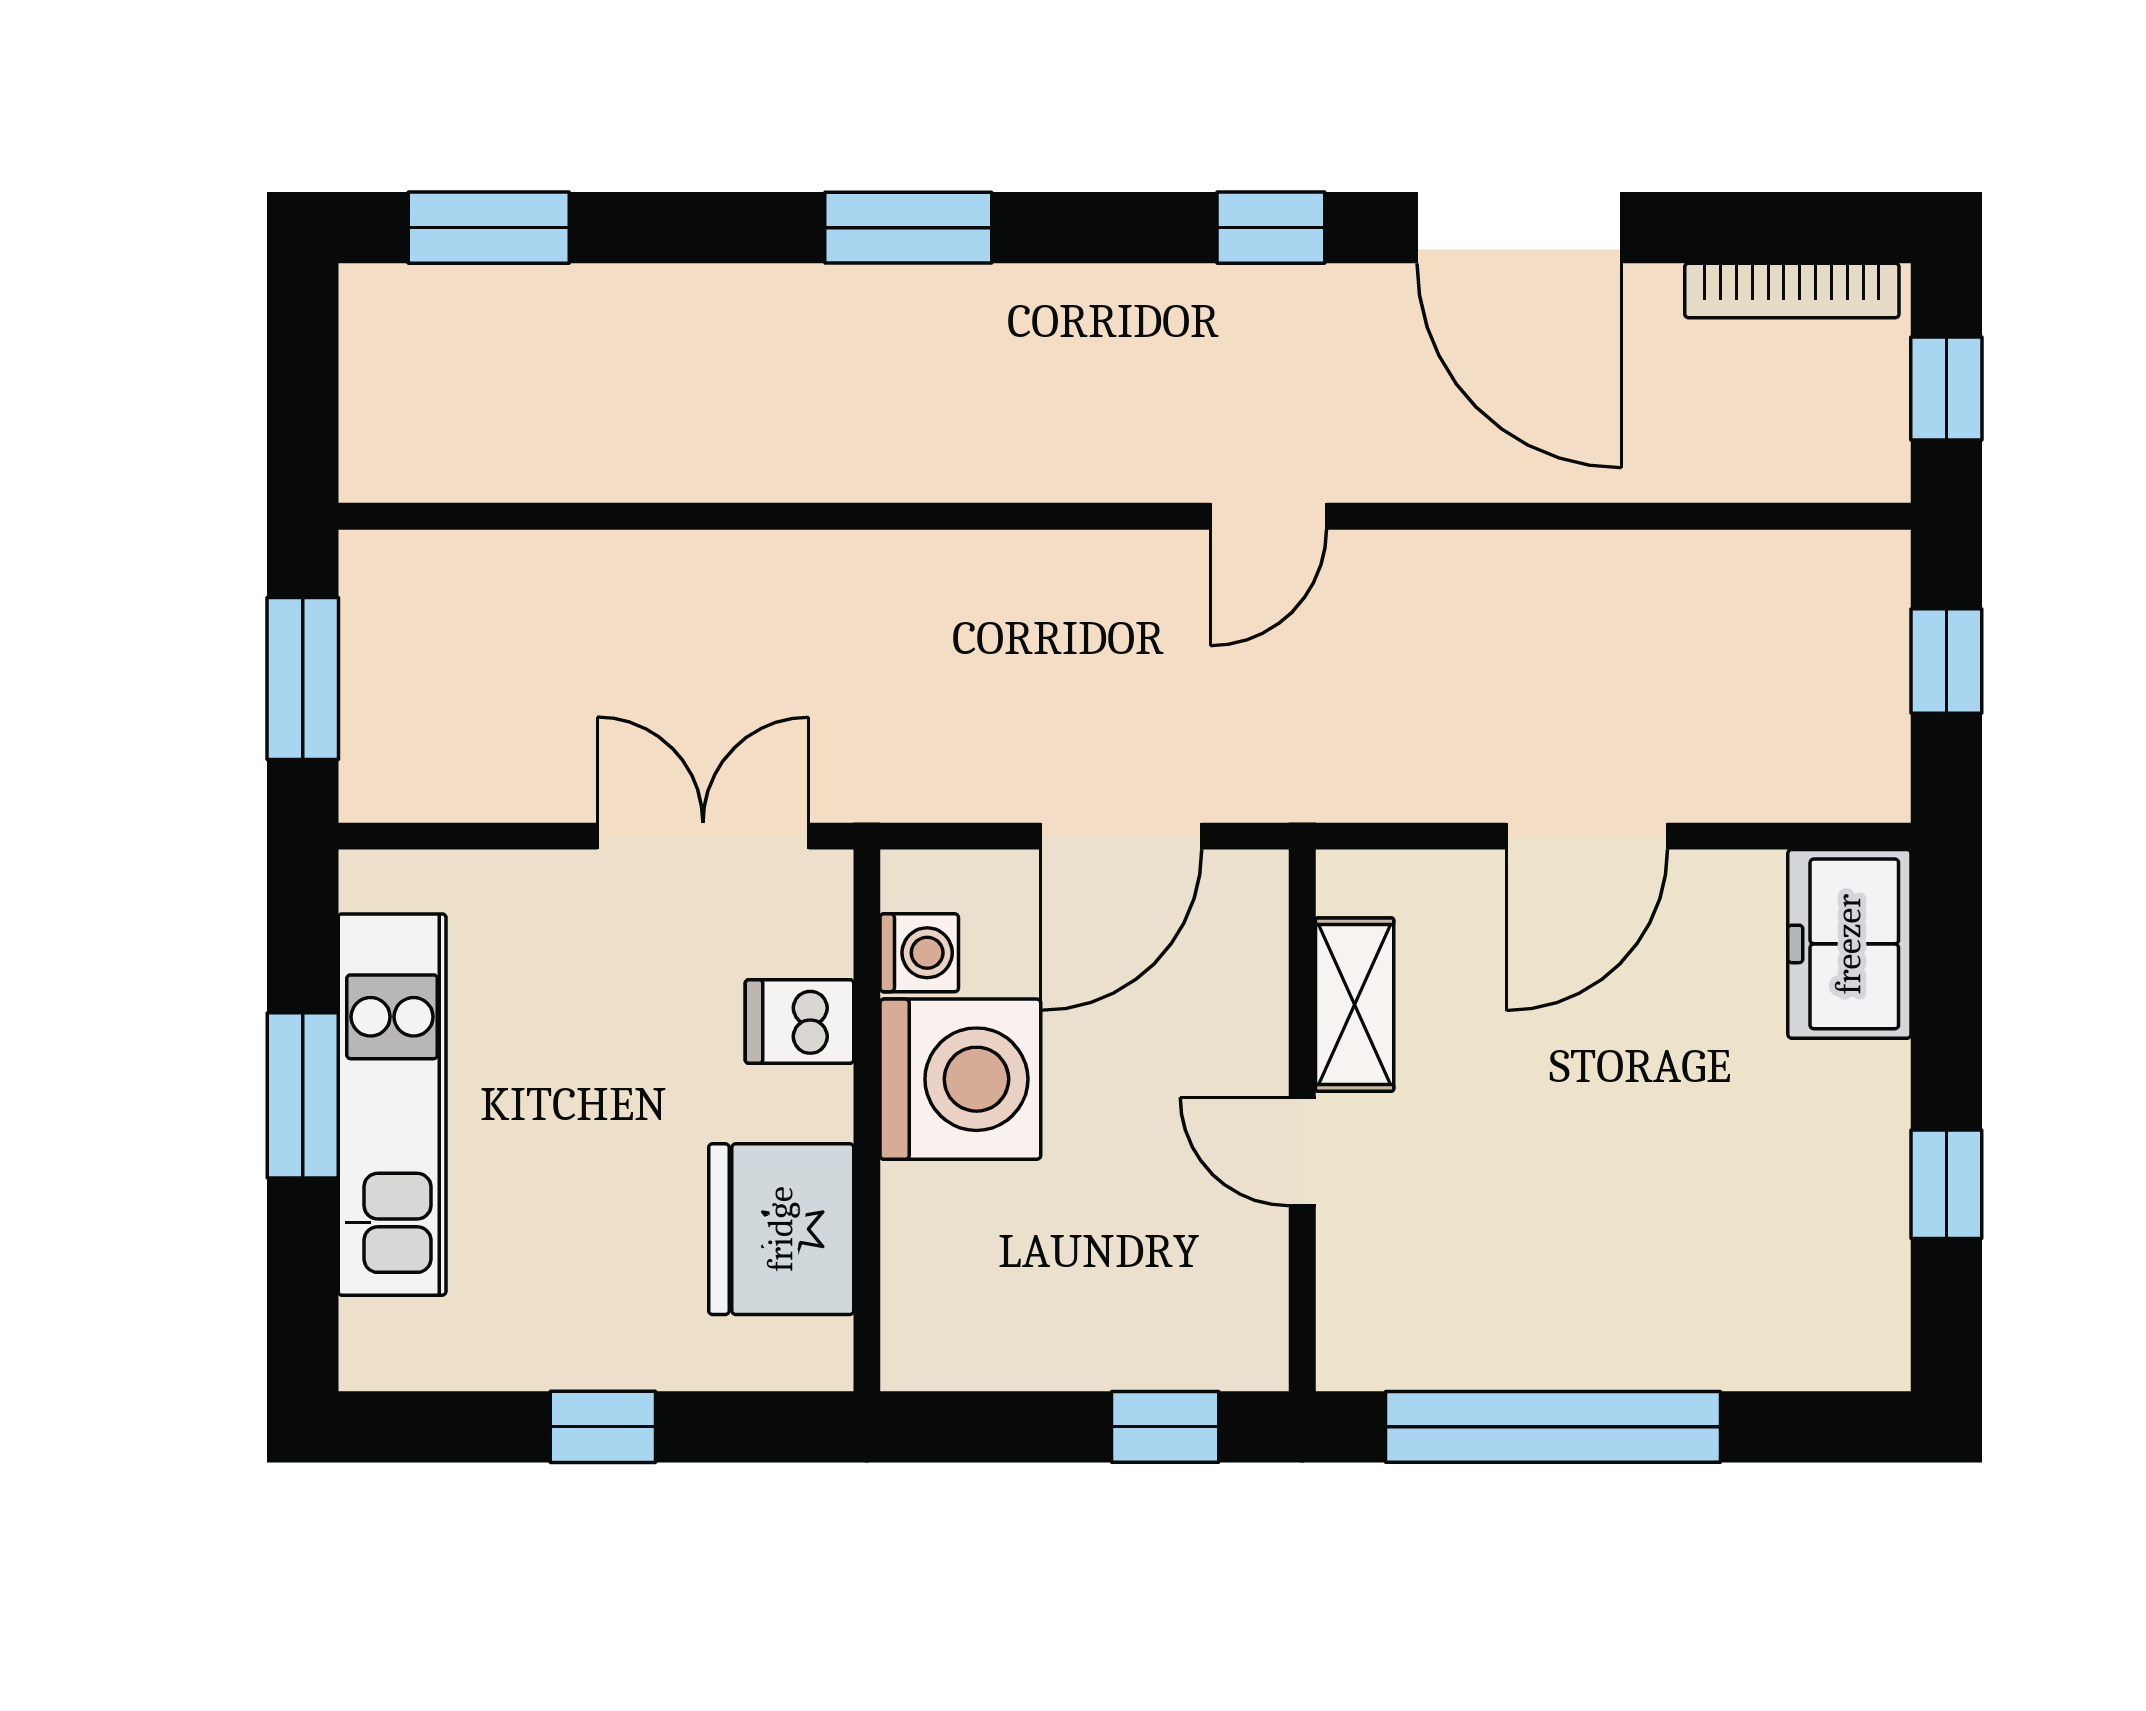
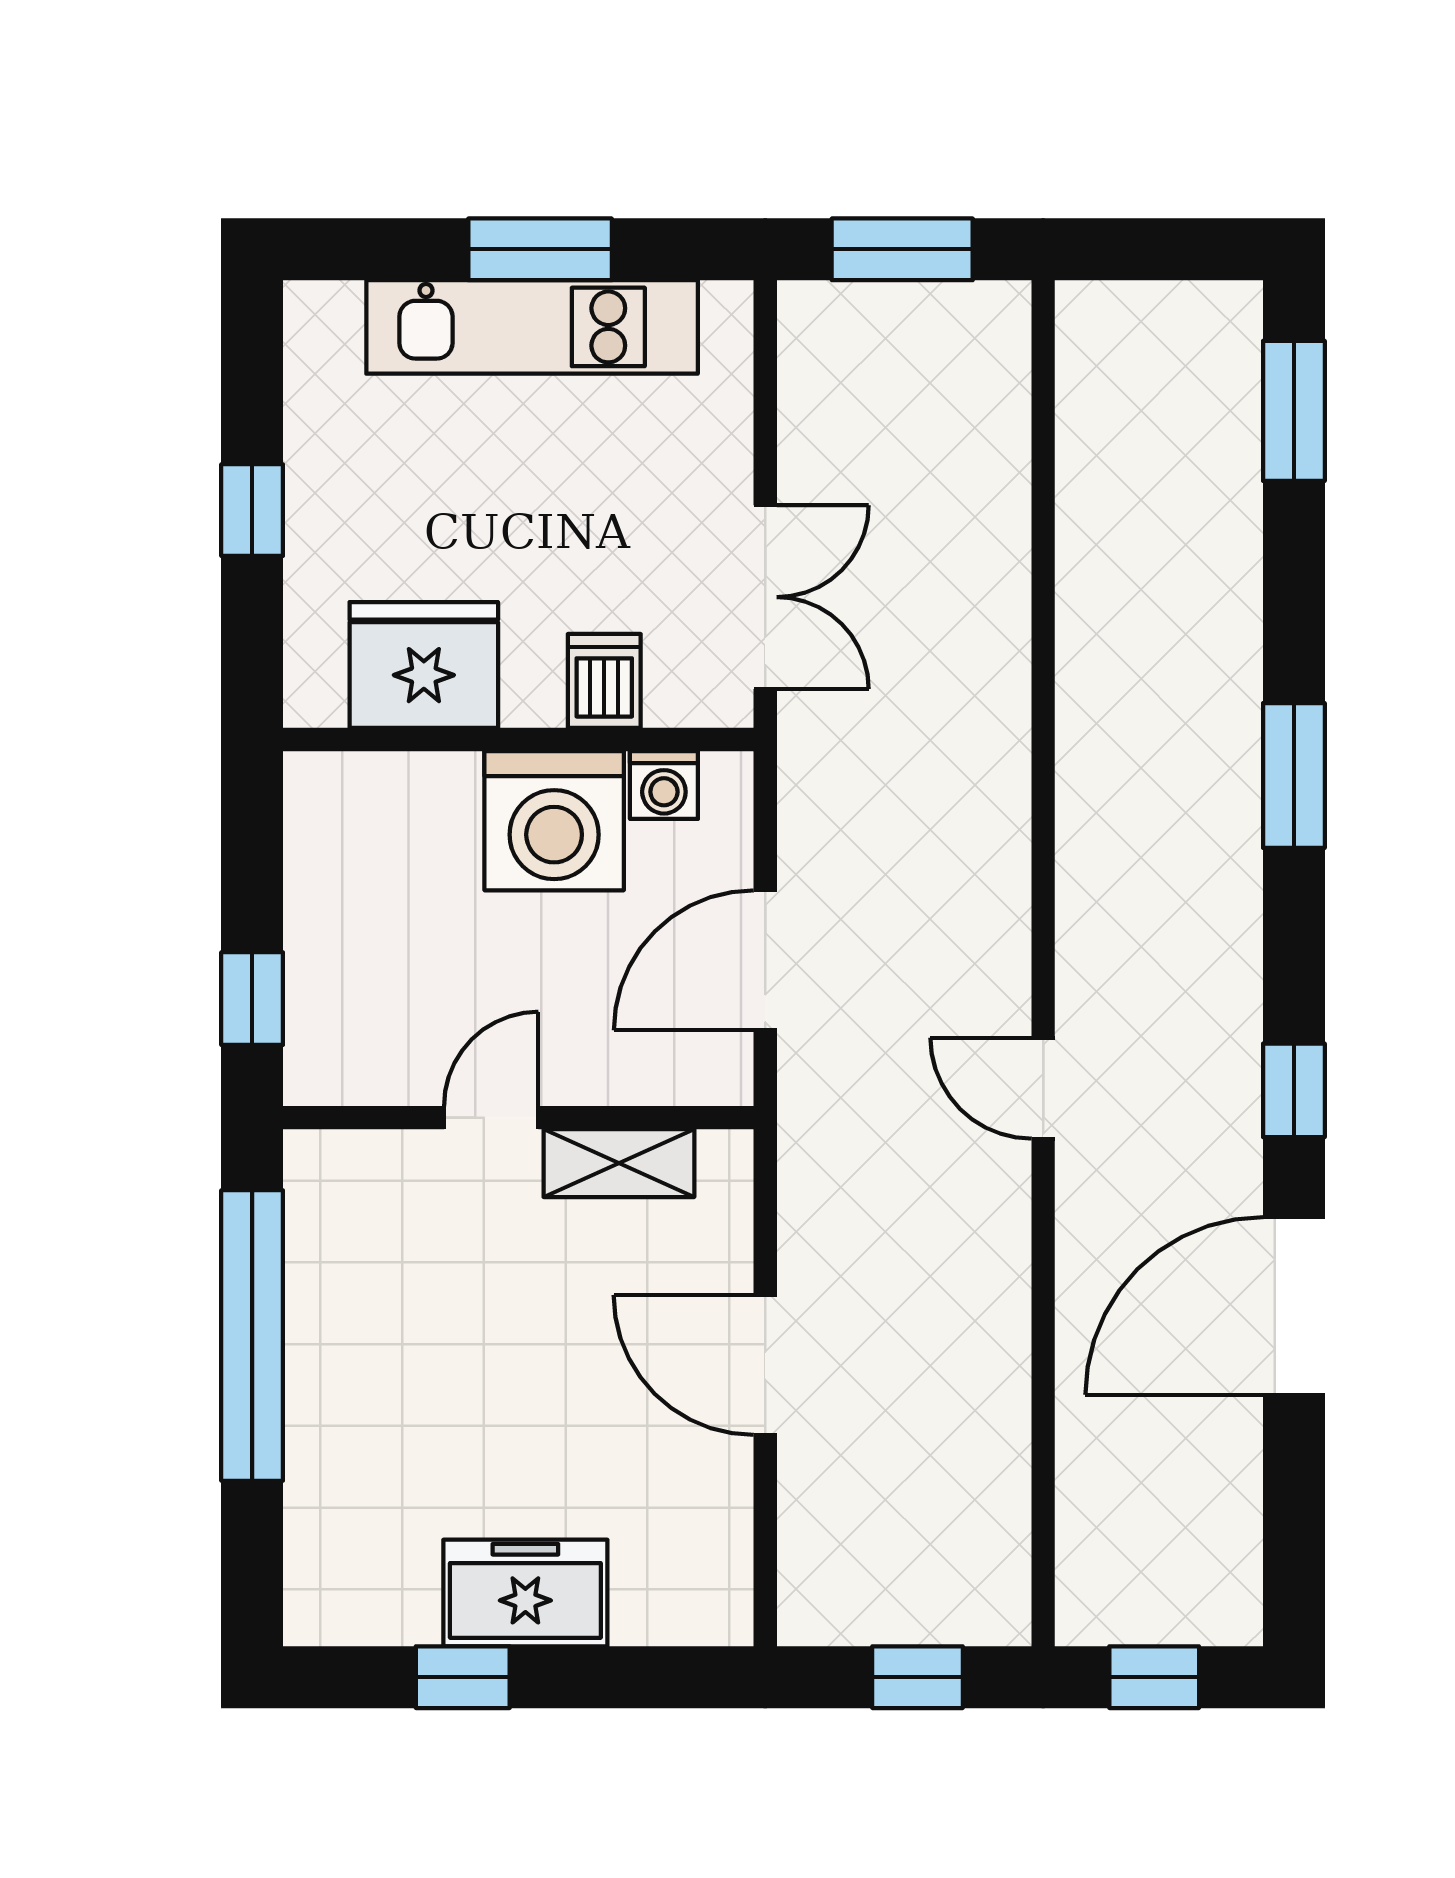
bookcase: (1792, 291) -> (1239, 1543), removed
door: (1121, 836) -> (765, 960), hinge flipped
freezer: (1849, 944) -> (525, 1593), moved

